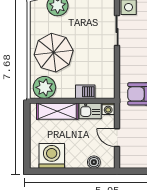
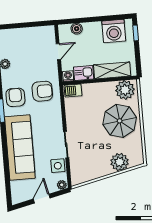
barbecue: (85, 92) -> (73, 91), moved
door: (117, 138) -> (58, 52), hinge flipped
window: (27, 152) -> (136, 33), added

